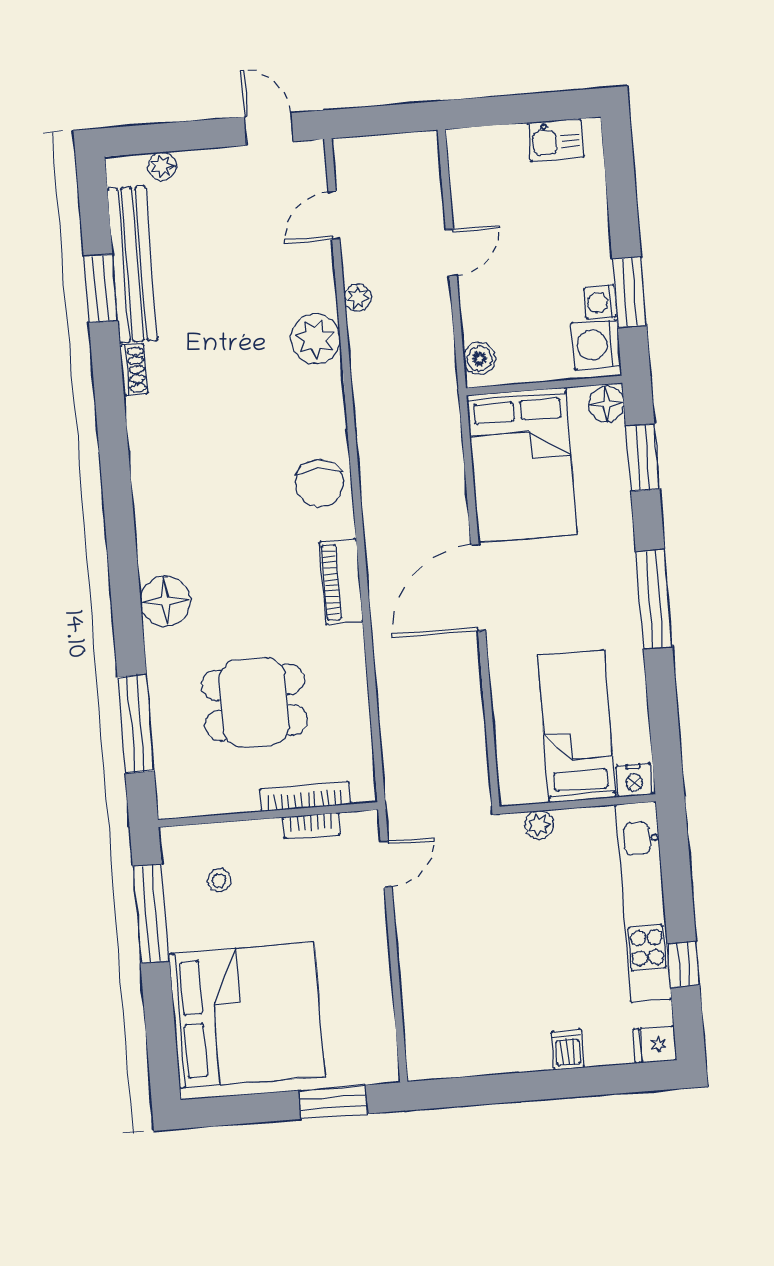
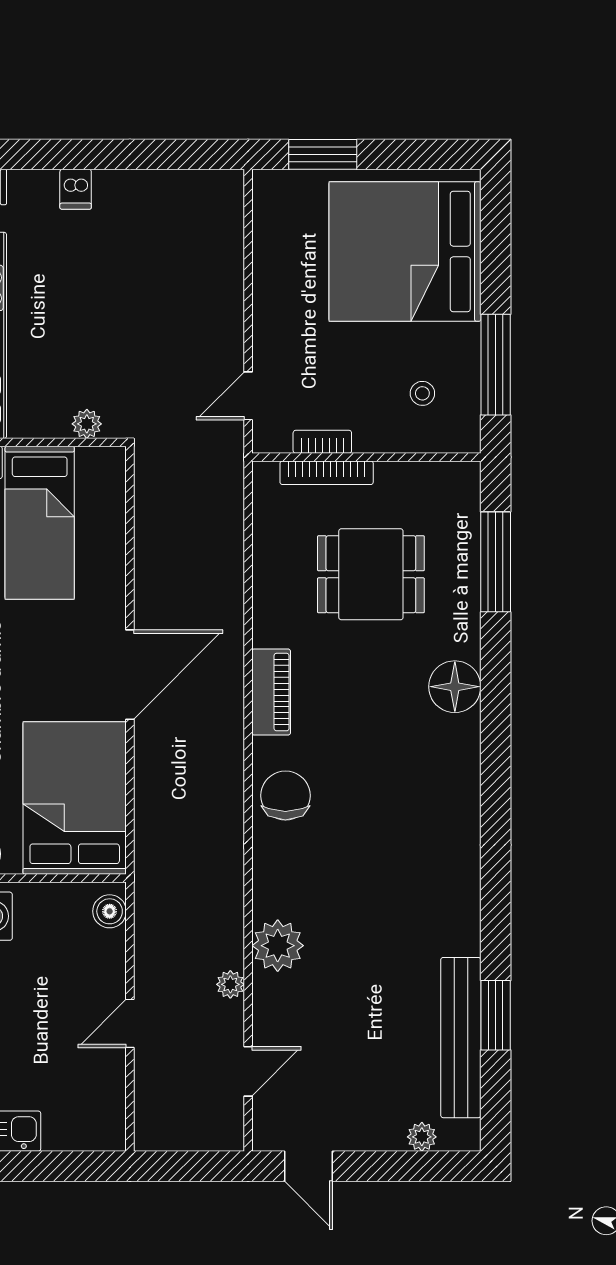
shoe rack: (134, 370) -> (468, 928), removed

